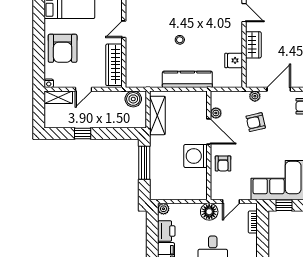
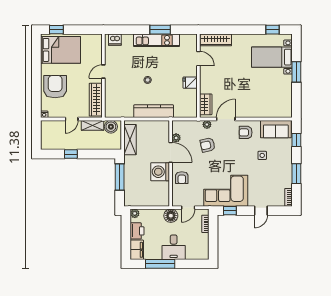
wardrobe: (253, 45) -> (206, 104), moved
armchair: (63, 48) -> (55, 87), turned 180
fridge: (234, 60) -> (190, 83), moved
shelving: (58, 97) -> (92, 125), moved

